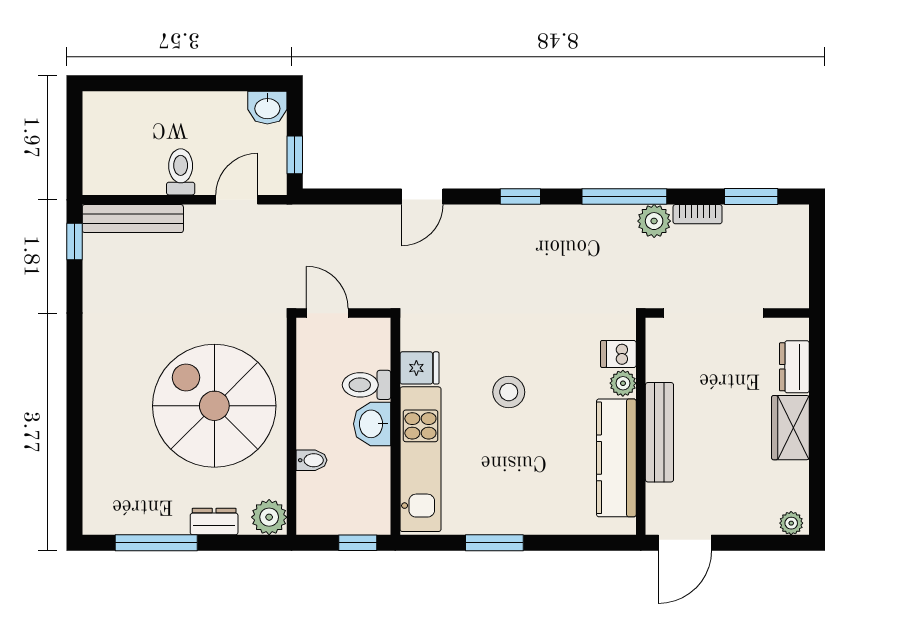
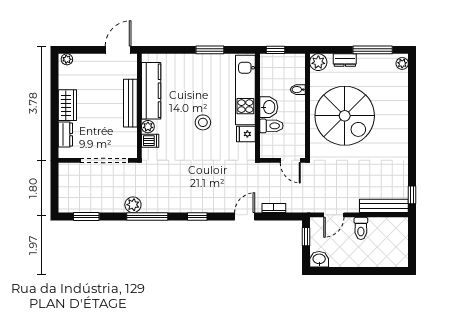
bookcase: (698, 214) -> (274, 208), moved
plant: (95, 514) -> (402, 63), added

